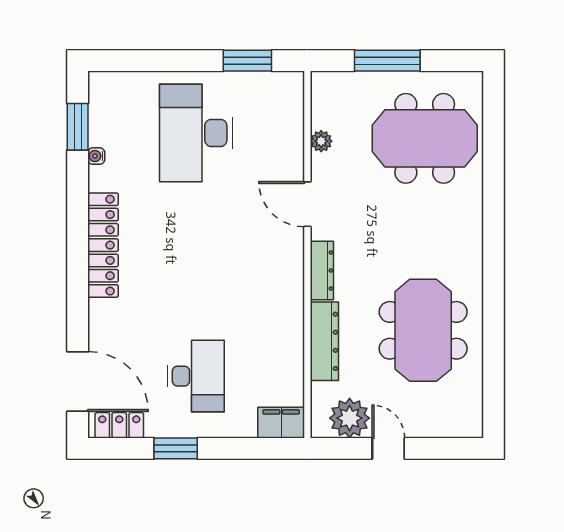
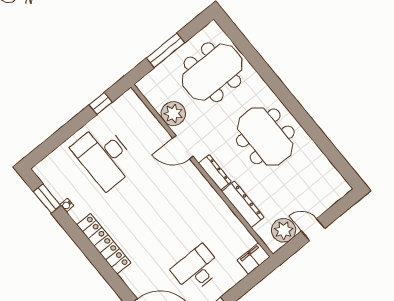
window: (247, 61) -> (101, 103), width x0.67
plant: (321, 141) -> (173, 114), width x1.88, depth x1.88
meeting table: (423, 330) -> (265, 136), moved
desk: (196, 376) -> (197, 269), turned -90

